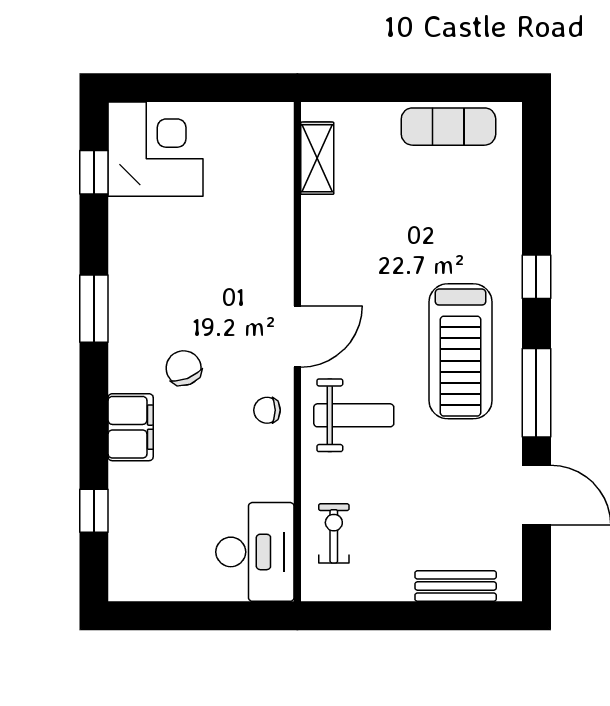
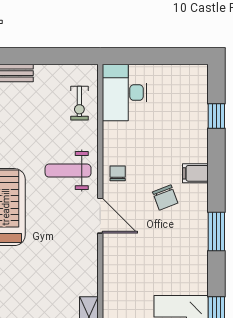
door: (297, 336) -> (100, 216), swing flipped
chair: (267, 410) -> (118, 173), turned -90
filing cabinet: (131, 427) -> (195, 173), width x0.50

